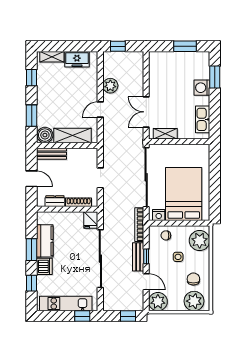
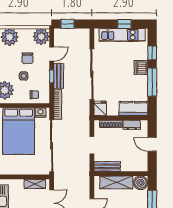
bench: (52, 154) -> (107, 166), moved
kitchen counter: (45, 241) -> (133, 108), moved, turned 90
window: (32, 250) -> (152, 82), width x1.44
chair: (193, 279) -> (27, 58), moved
door: (146, 282) -> (52, 54), swing flipped
window: (82, 316) -> (124, 24), moved

